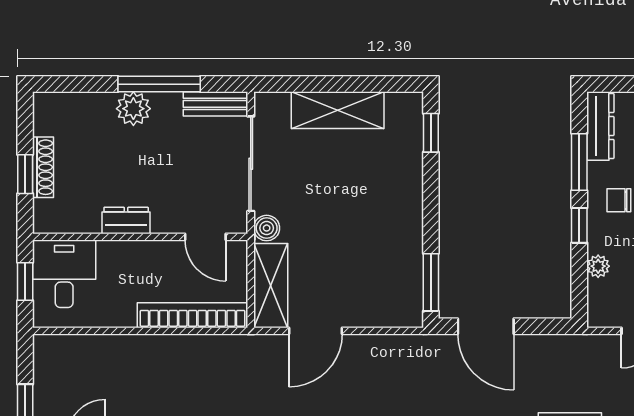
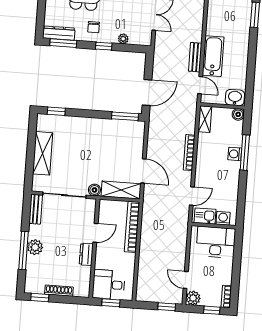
window: (159, 84) -> (23, 250), moved
window: (579, 162) -> (63, 43), moved
window: (25, 174) -> (40, 298), moved
door: (205, 237) -> (95, 233), moved

